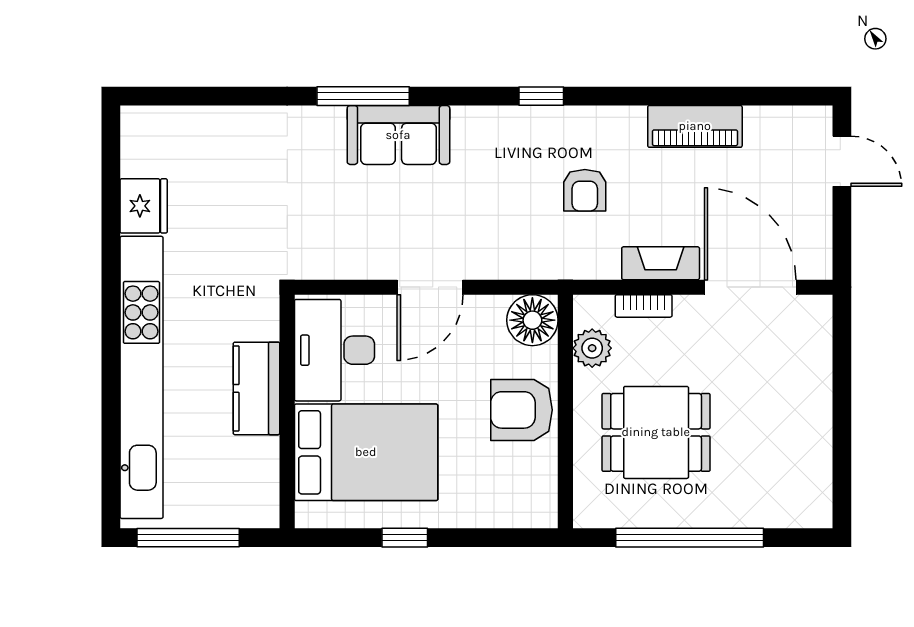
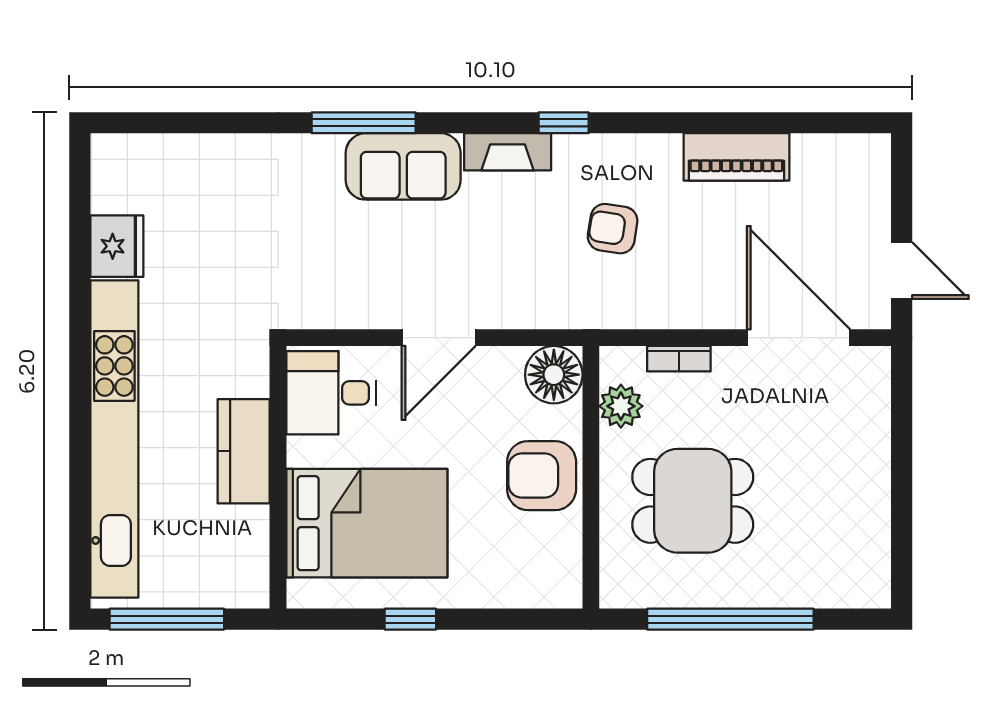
door: (842, 161) -> (902, 271), moved
armchair: (585, 190) -> (613, 229), turned 99
fireplace: (661, 263) -> (508, 152), moved, turned 180
desk: (334, 350) -> (331, 393), width x0.73

